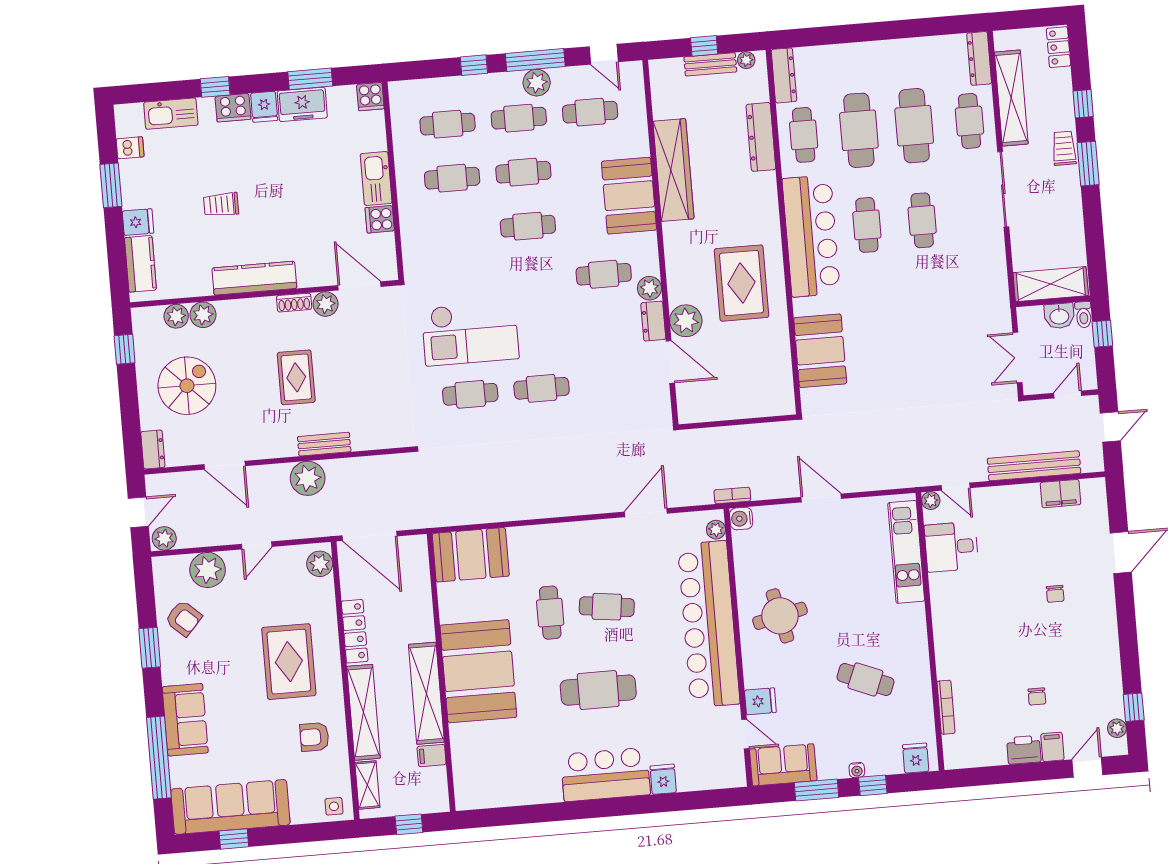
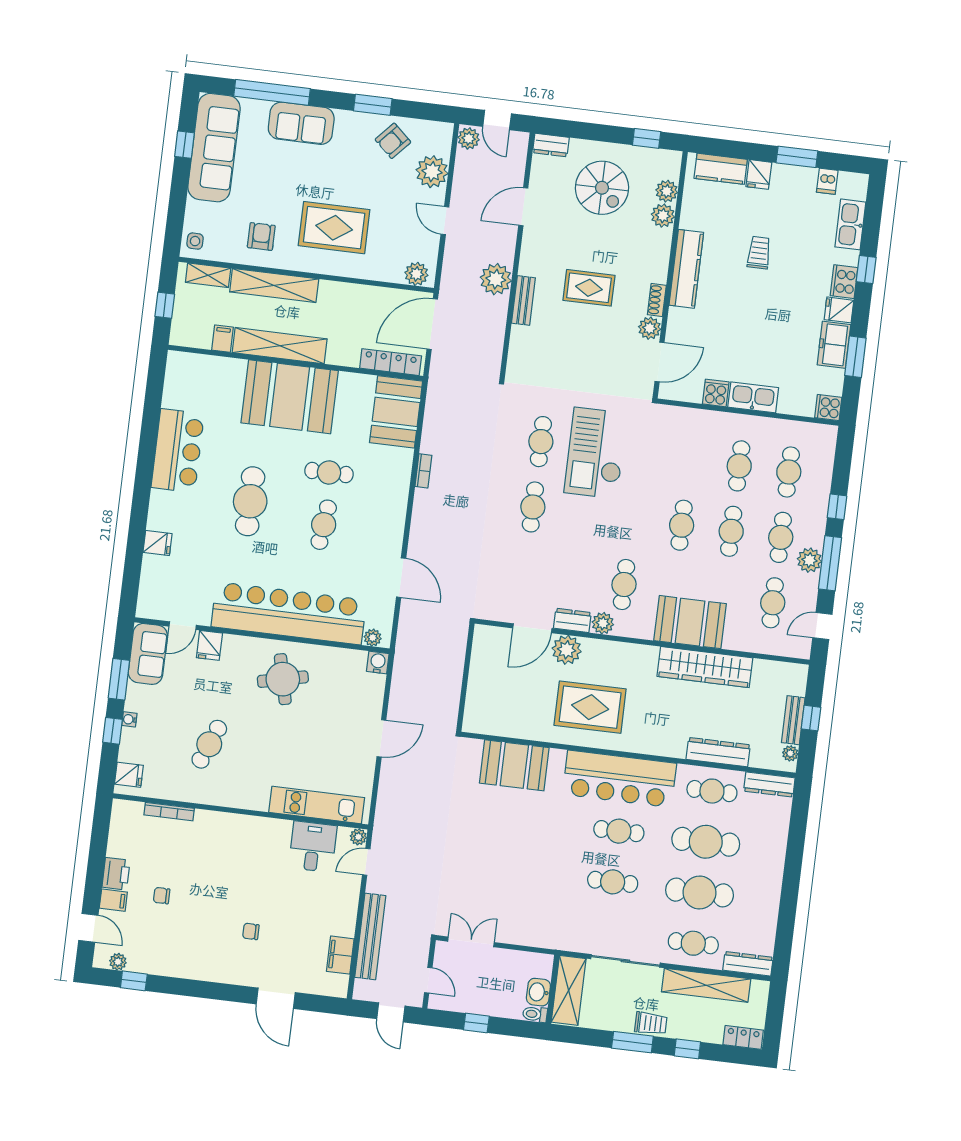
shelving: (1051, 284) -> (569, 990), moved
wall: (1053, 301) -> (553, 989), moved
toilet: (1084, 315) -> (535, 1014), moved
washbasin: (1059, 316) -> (538, 992), moved
bookcase: (732, 495) -> (423, 471), moved
locker: (355, 631) -> (391, 362), moved, turned 180
bar counter: (605, 774) -> (178, 451), moved

